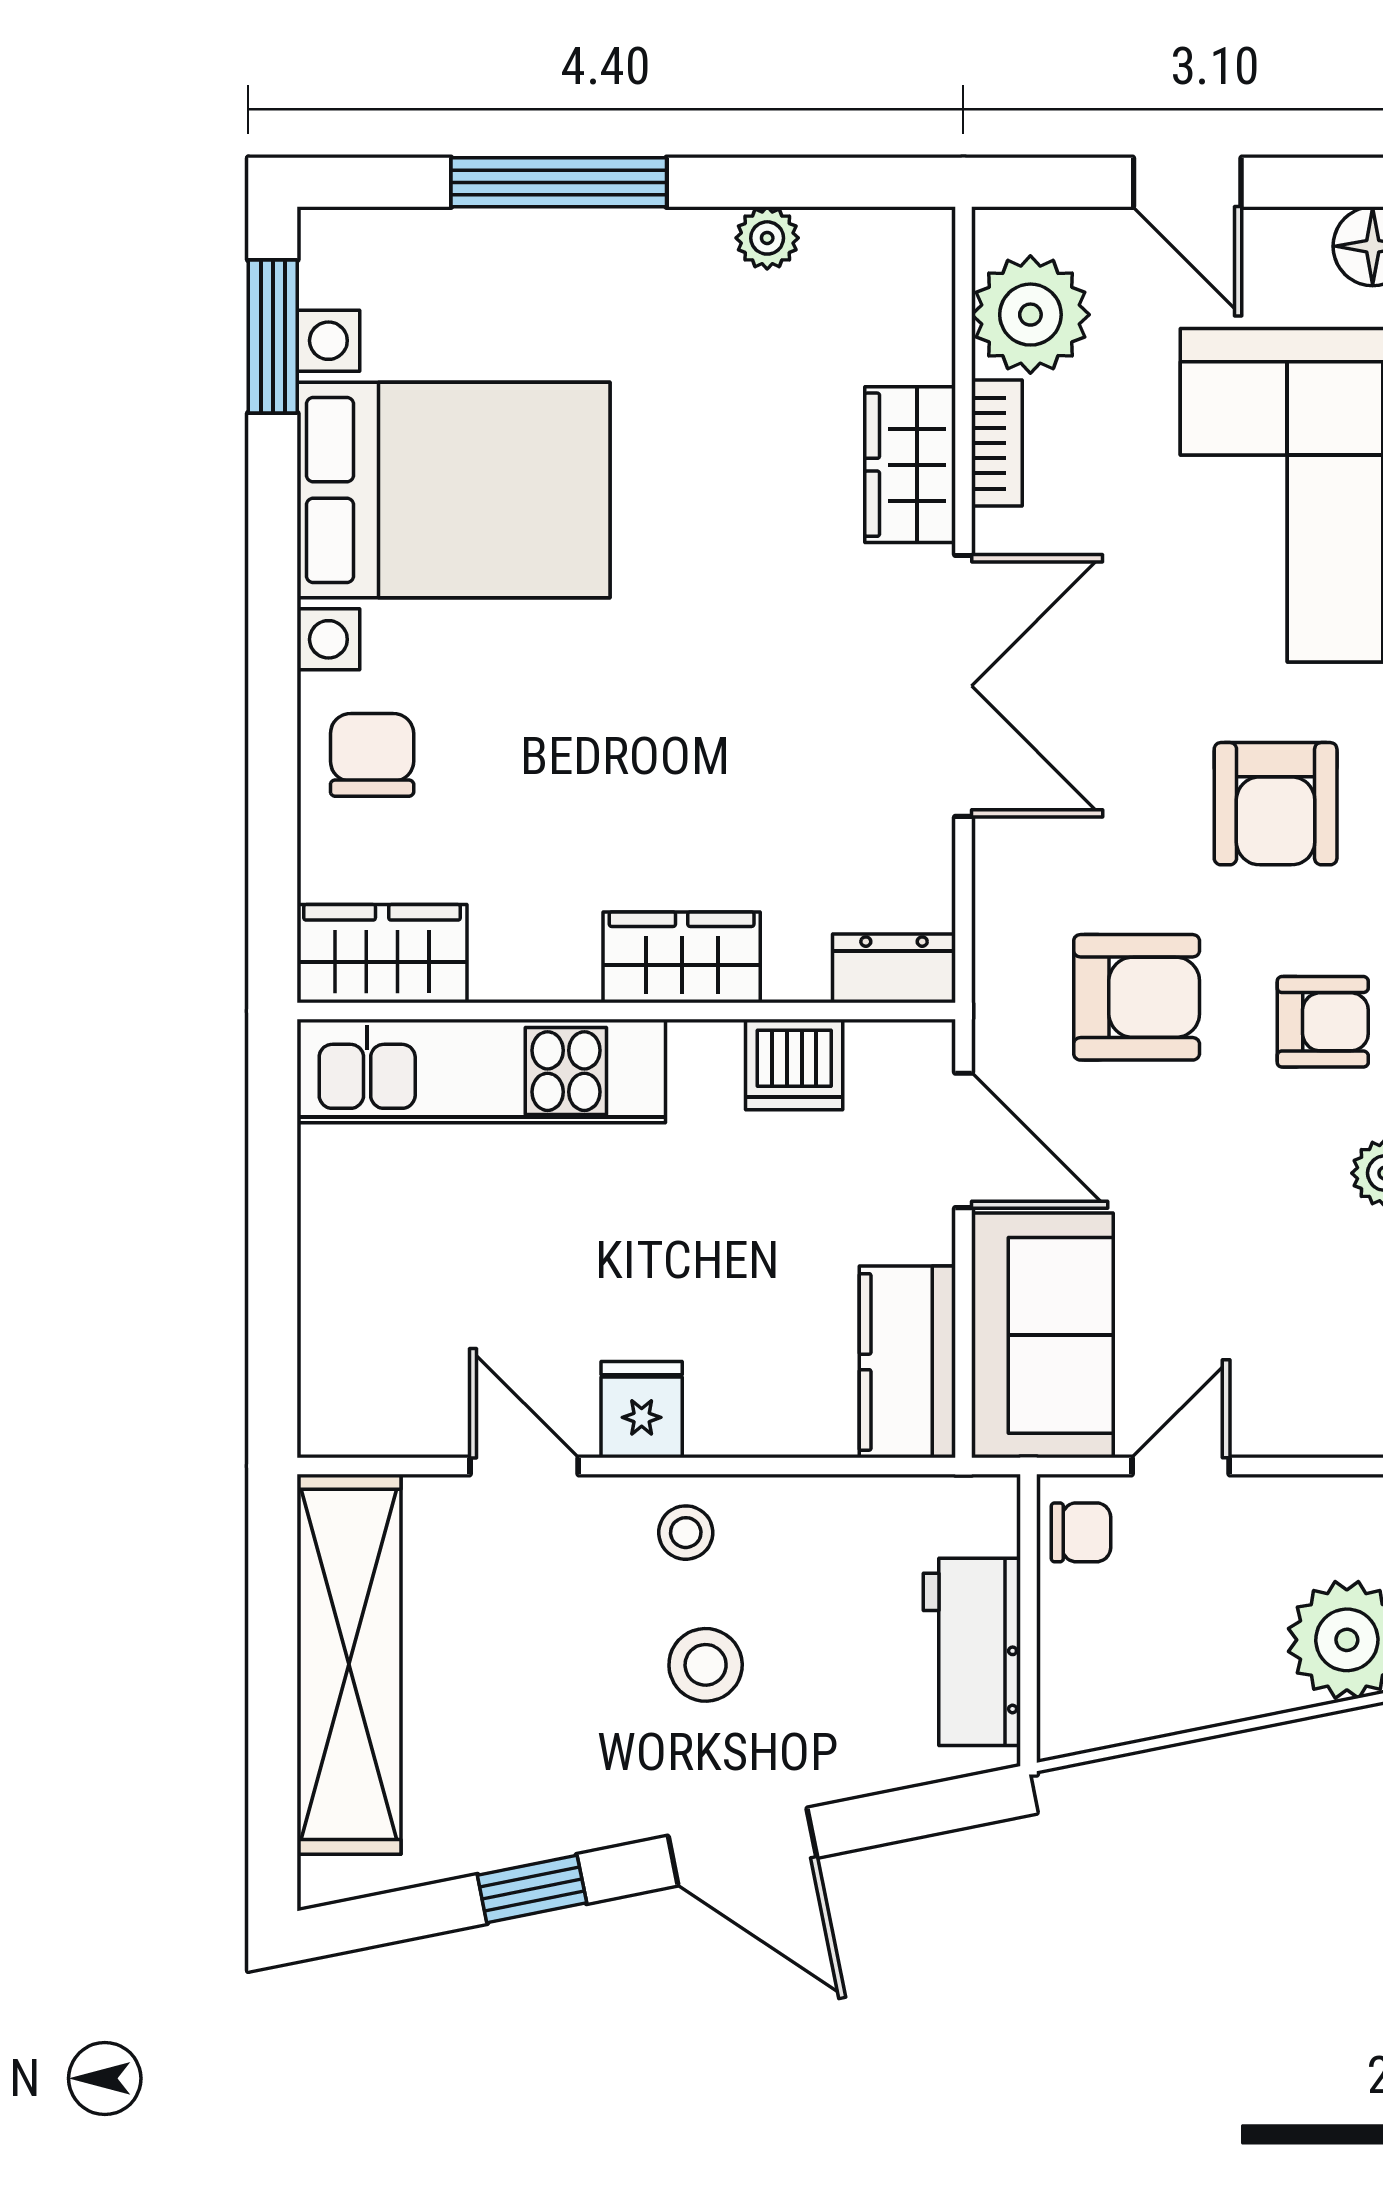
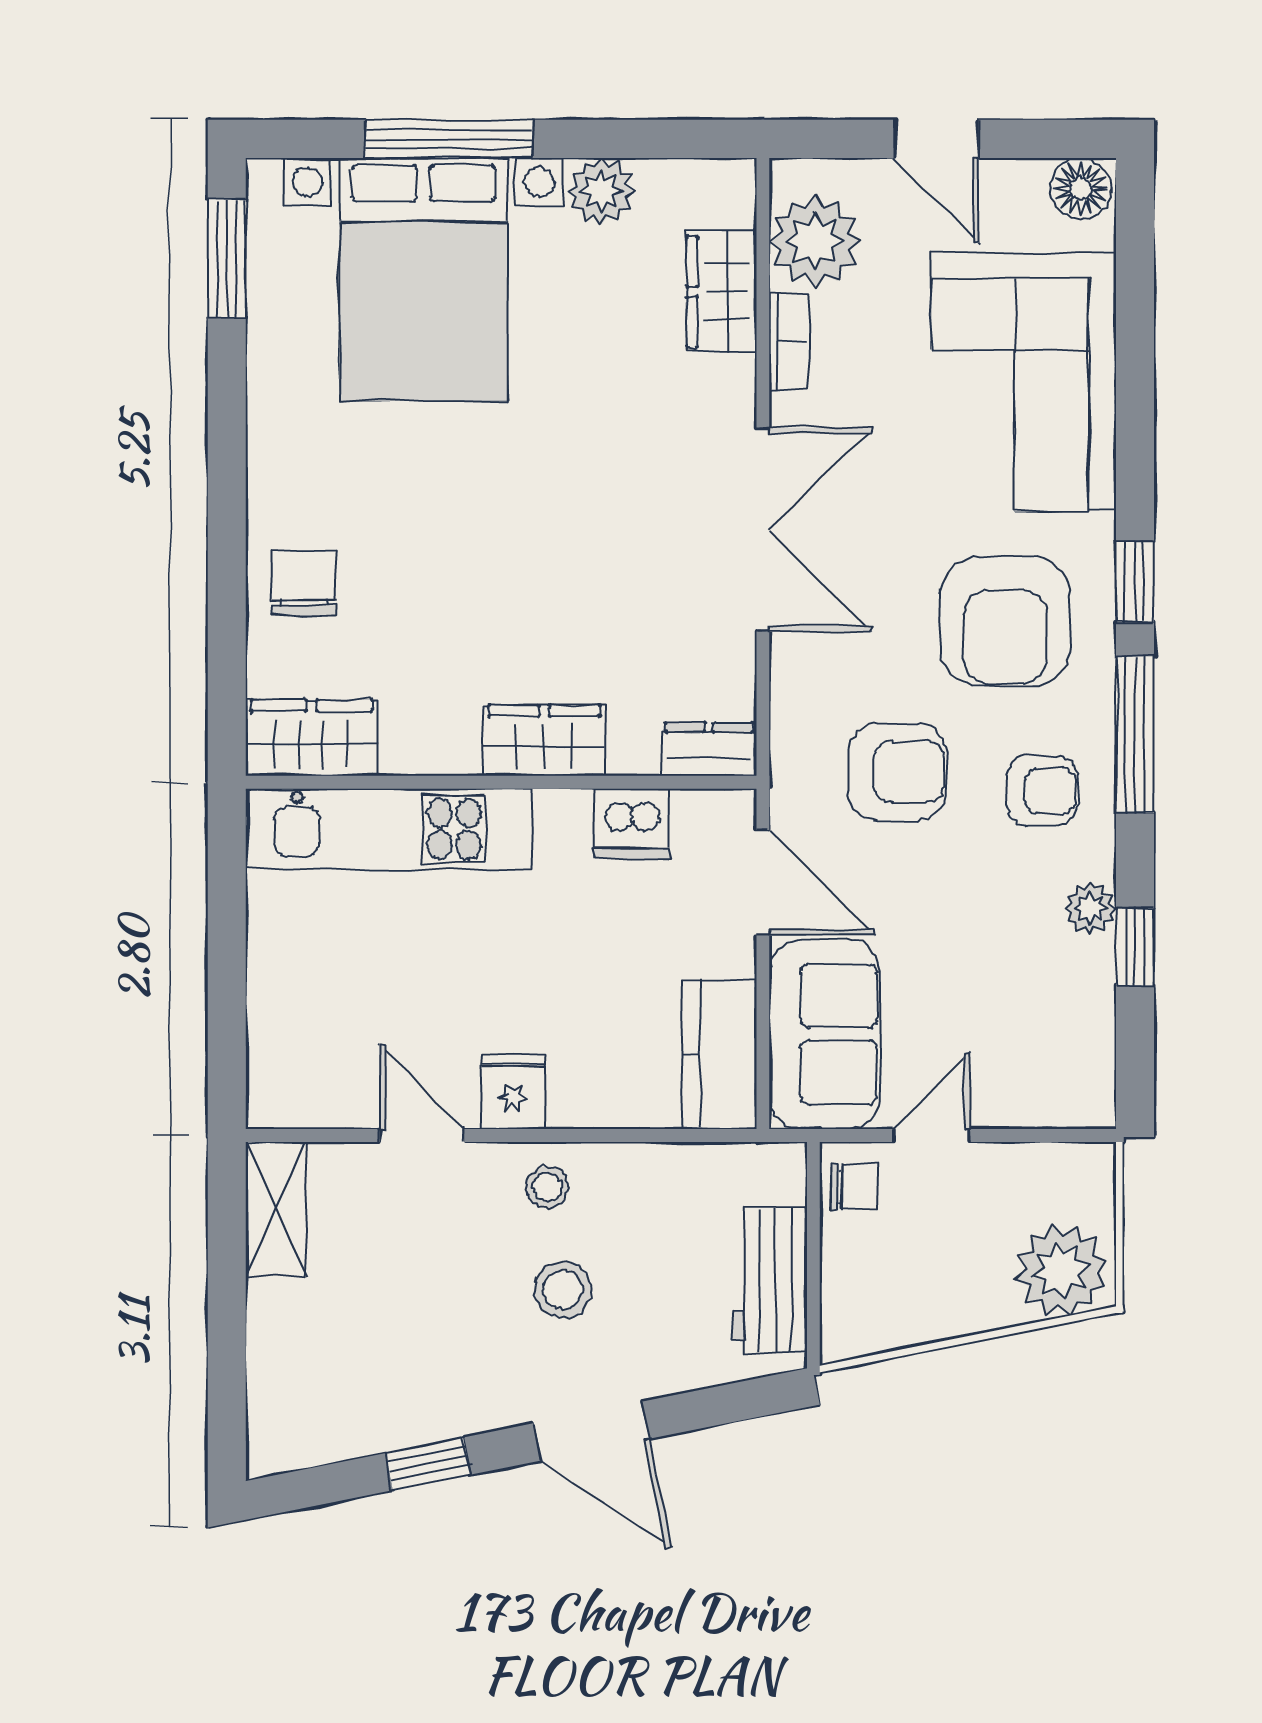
plant: (767, 238) -> (601, 191), width x1.38, depth x1.38
wardrobe: (910, 465) -> (721, 292), moved
bed with nightstands: (454, 490) -> (423, 279), moved, turned 90
armchair: (1276, 804) -> (1005, 621), width x1.36, depth x1.36
shelving: (349, 1664) -> (276, 1209), width x0.45, depth x0.75

